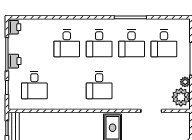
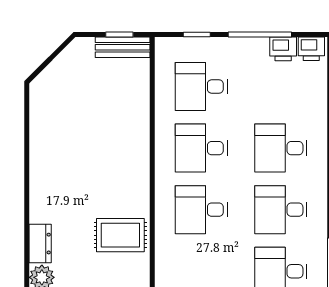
printer: (15, 61) -> (283, 49), moved
desk: (67, 85) -> (201, 148), added

